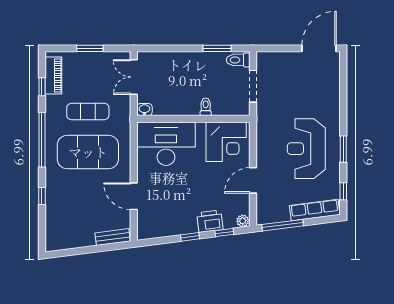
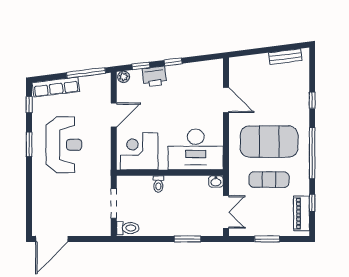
window: (217, 48) -> (188, 239), moved
bench: (113, 237) -> (285, 57), moved

